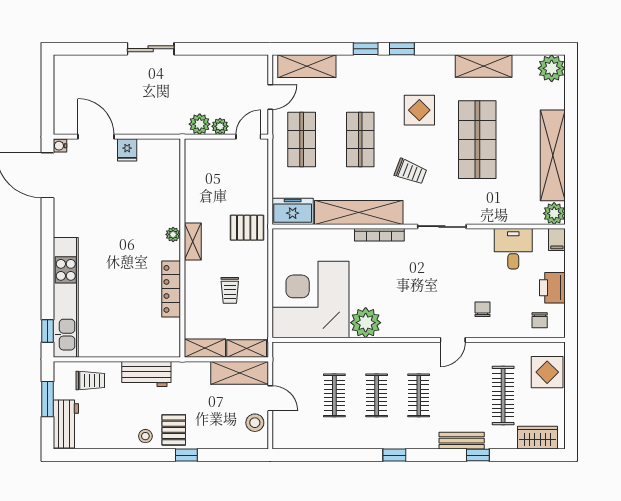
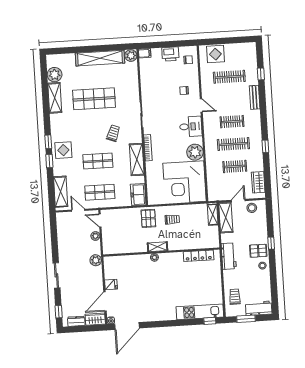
window: (82, 49) -> (59, 312), added
plant: (552, 68) -> (55, 75), moved
dresser: (62, 81) -> (76, 321), added
display table: (419, 110) -> (63, 150), moved
wardrobe: (64, 116) -> (95, 319), added
plant: (200, 124) -> (96, 260), moved
shelving: (359, 213) -> (137, 159), width x0.68
desk: (513, 249) -> (191, 126), moved, turned 180
locker: (171, 289) -> (199, 256), moved
trolley: (230, 290) -> (172, 219), moved
kitchen unit: (66, 297) -> (200, 312), width x0.73
shelving: (205, 348) -> (214, 237), removed
workbench: (146, 374) -> (229, 256), moved
clothes rail: (377, 395) -> (233, 144), width x1.36
wardrobe: (537, 438) -> (258, 182), moved
window: (394, 455) -> (265, 146), moved
window: (478, 455) -> (261, 74), moved

